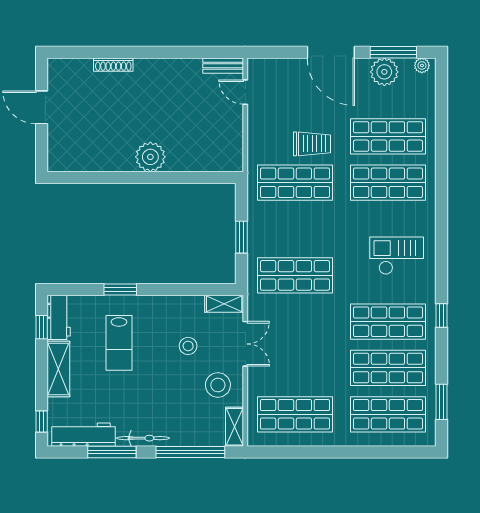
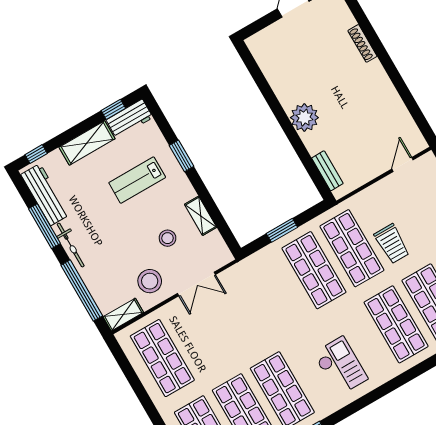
bench: (223, 66) -> (327, 171), moved
shop shelf: (295, 275) -> (314, 270), moved
shelving: (224, 304) -> (201, 216), moved

